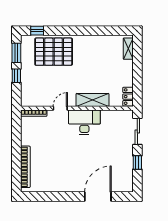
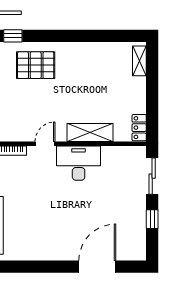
pallet: (54, 52) -> (36, 65), width x0.73, depth x0.71

